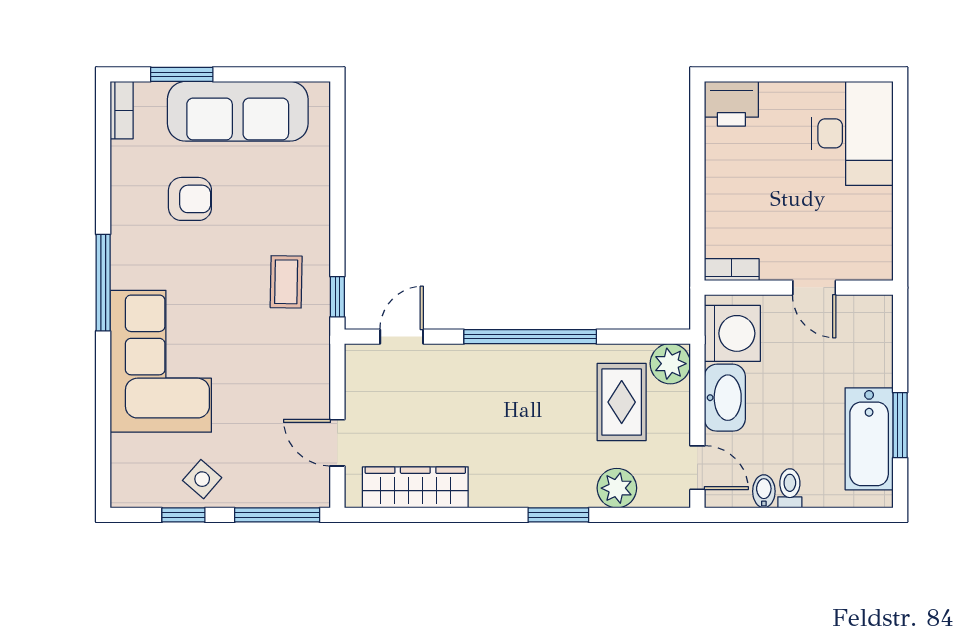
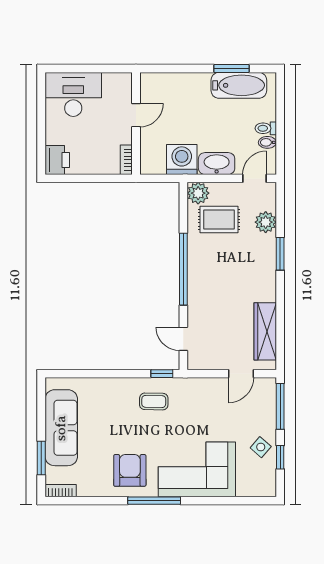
armchair: (190, 199) -> (130, 470), moved, width x1.38, depth x1.38
bookcase: (732, 270) -> (126, 160), moved
wall: (799, 288) -> (136, 123), moved
door: (814, 288) -> (136, 115), moved

